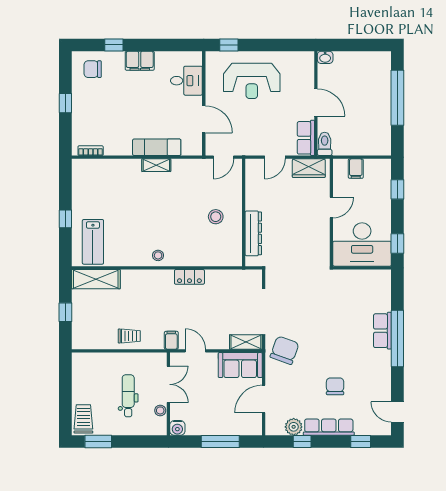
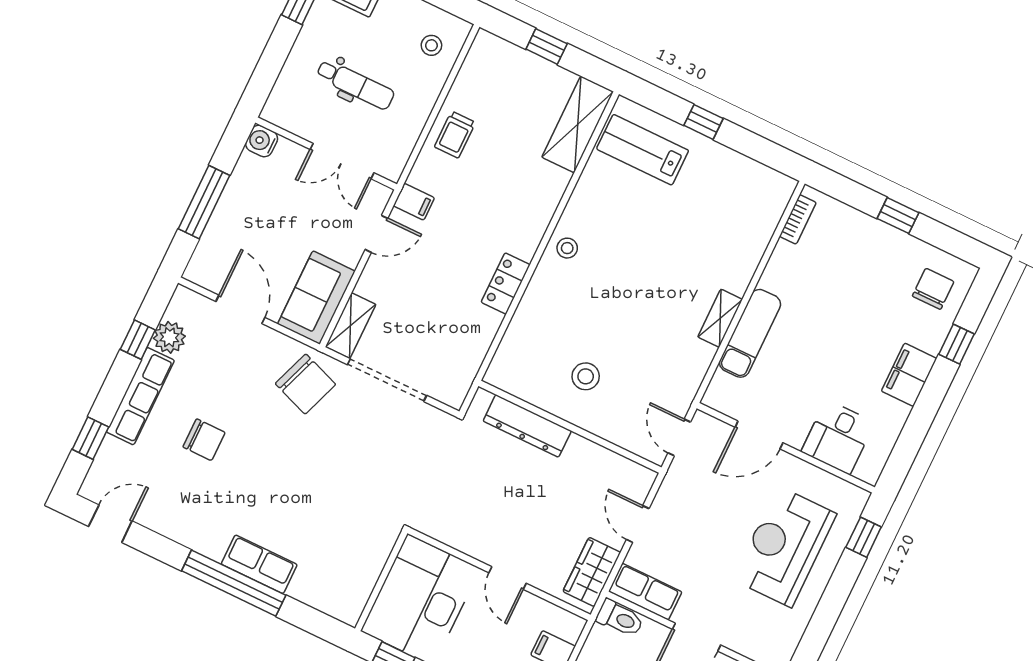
stool: (160, 410) -> (431, 45), moved

